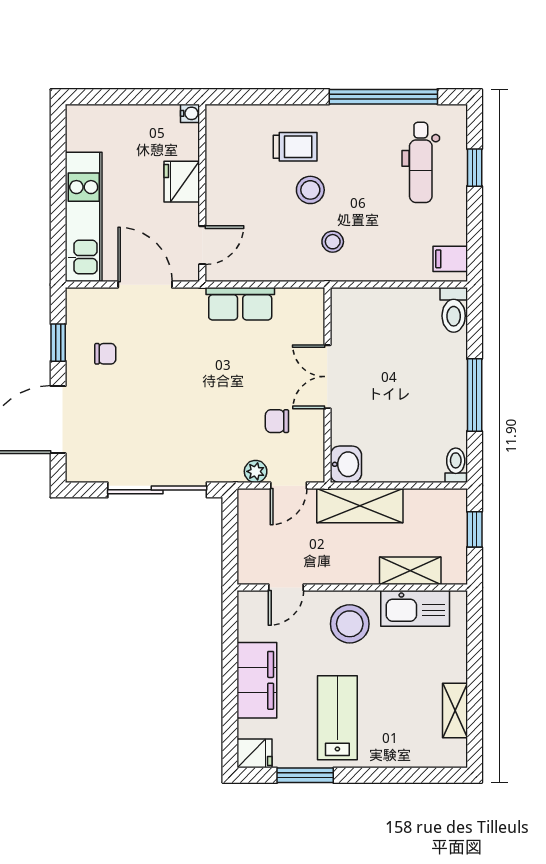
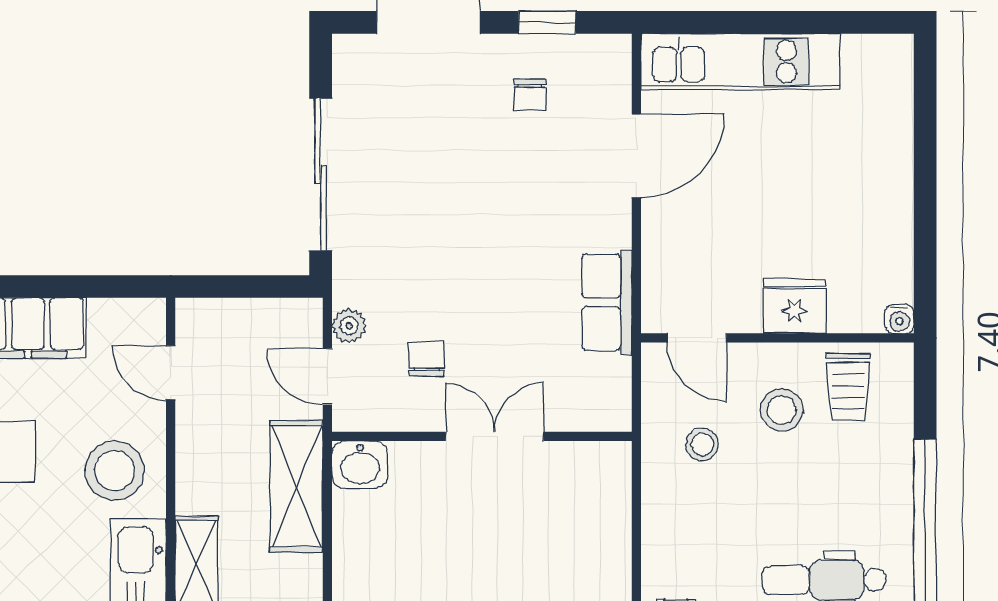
water cooler: (190, 113) -> (899, 319), moved
fridge: (182, 182) -> (795, 306), moved
wall: (202, 193) -> (777, 338), moved
door: (202, 245) -> (697, 338), moved

